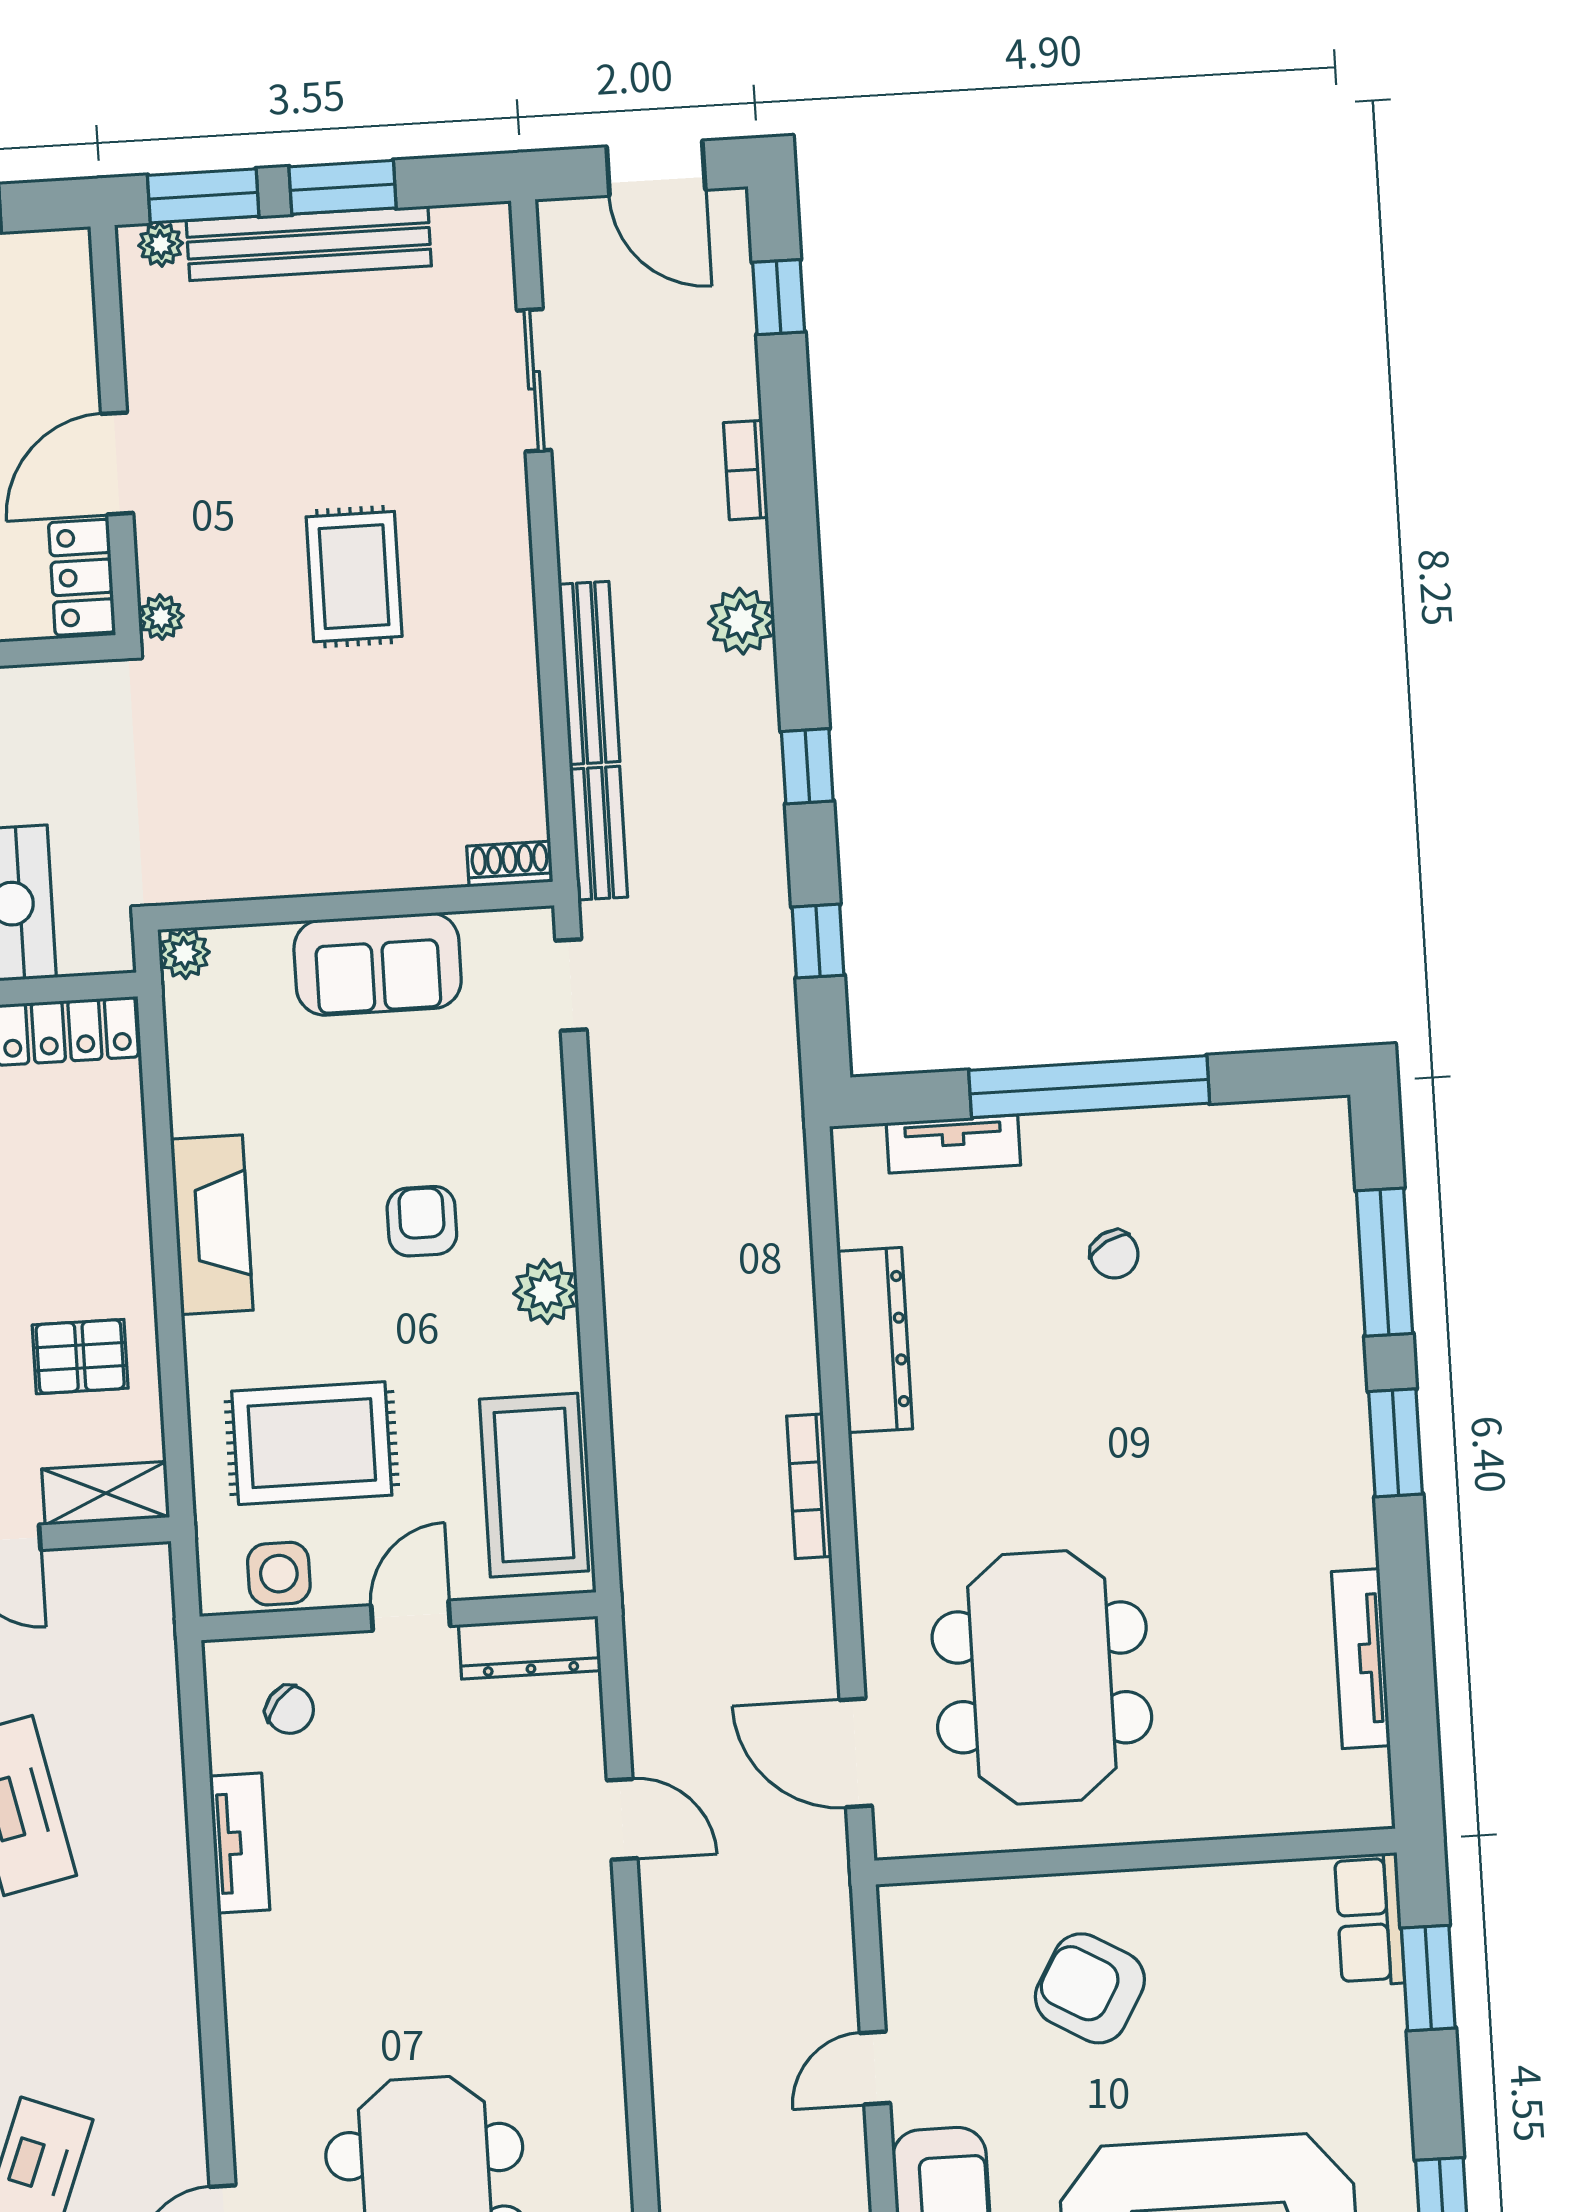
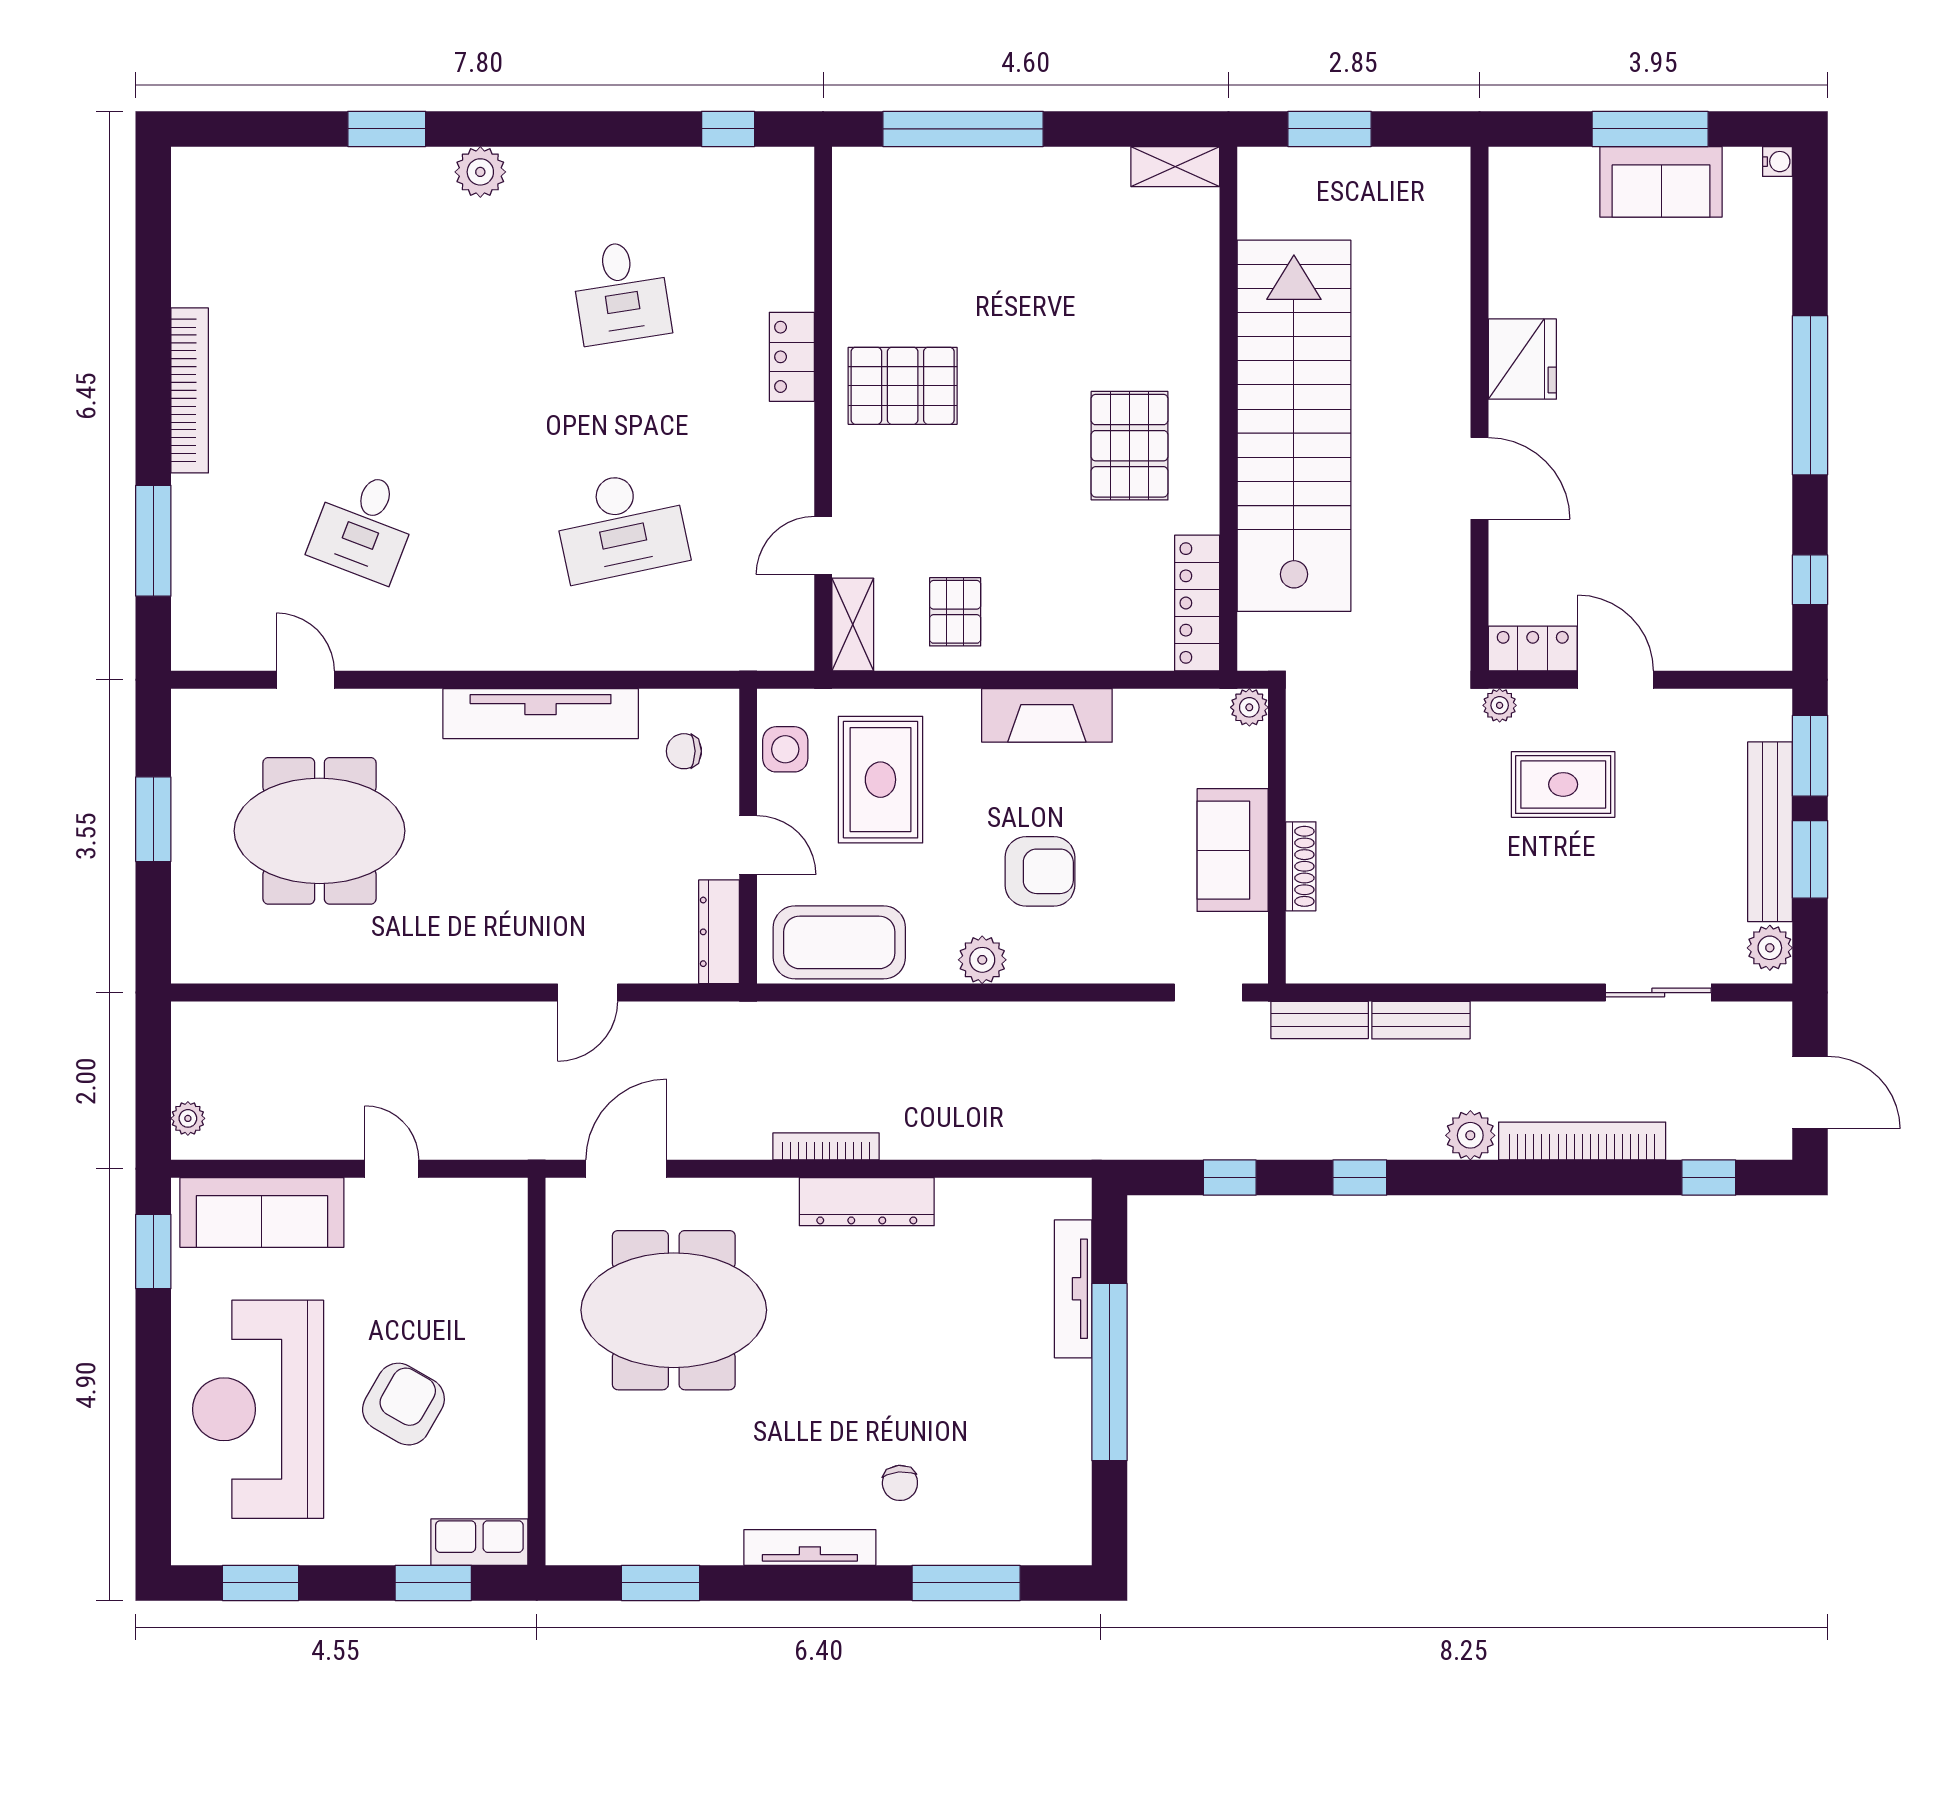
door: (656, 168) -> (1810, 1093), swing flipped
plant: (161, 244) -> (1770, 948), moved, width x1.38, depth x1.38
bookcase: (746, 470) -> (1582, 1141), width x2.31, depth x1.31
rug: (354, 577) -> (1563, 784), moved
bench: (589, 673) -> (1421, 1020), width x0.73
shoe rack: (510, 864) -> (1301, 866), moved, width x1.43
tv unit: (953, 1144) -> (1073, 1289), width x1.41
armchair: (422, 1221) -> (1040, 871), width x1.38, depth x1.38
chair: (1114, 1254) -> (900, 1483), moved, turned -67
dresser: (875, 1340) -> (867, 1202), moved
window: (1396, 1443) -> (661, 1583), moved
tv unit: (1361, 1659) -> (810, 1547), moved
chair: (290, 1710) -> (684, 751), turned 50
tv unit: (240, 1843) -> (541, 714), width x1.92, depth x1.29
armchair: (1090, 1988) -> (403, 1404), moved

